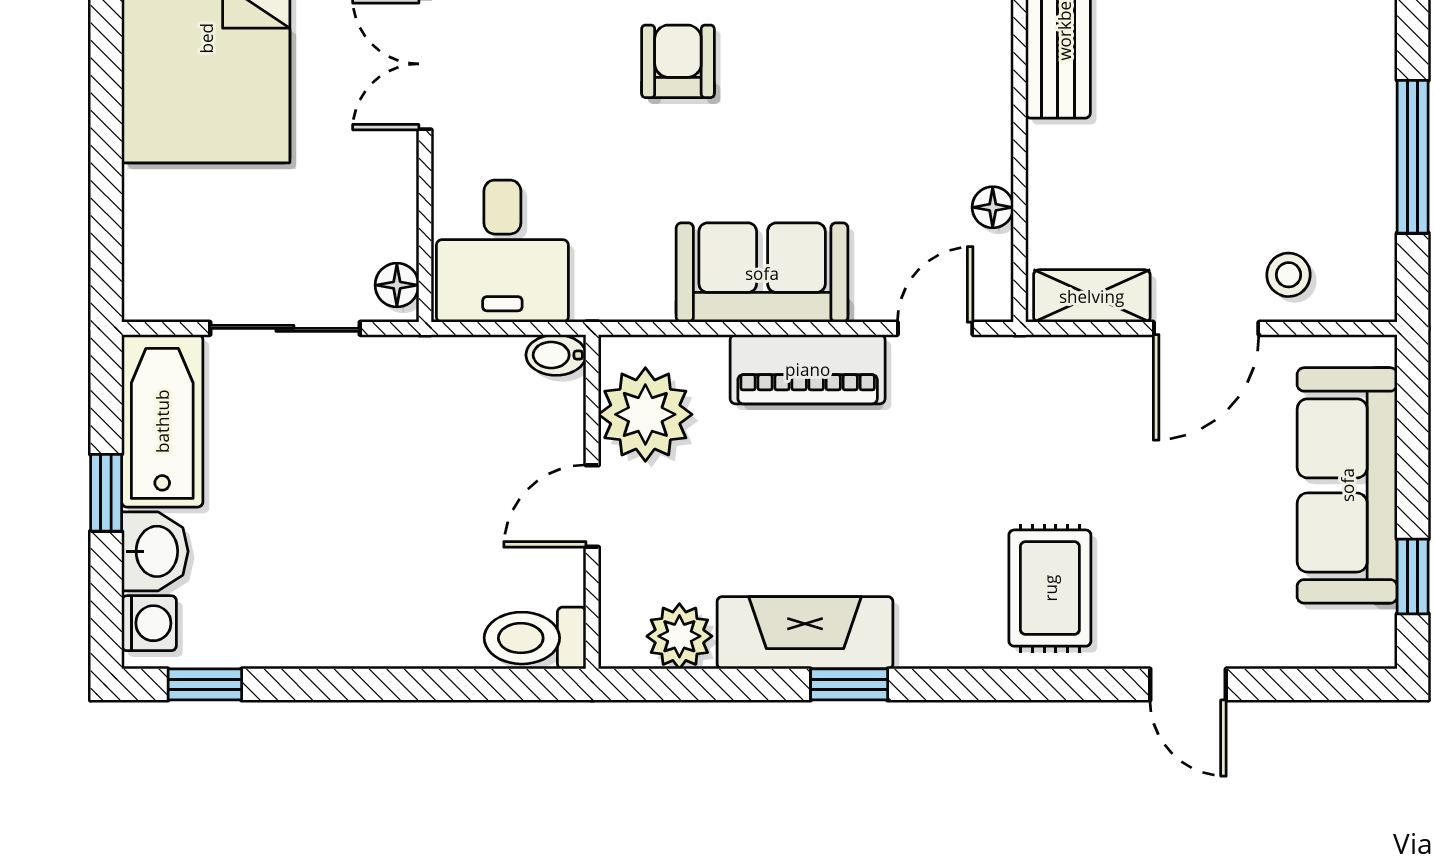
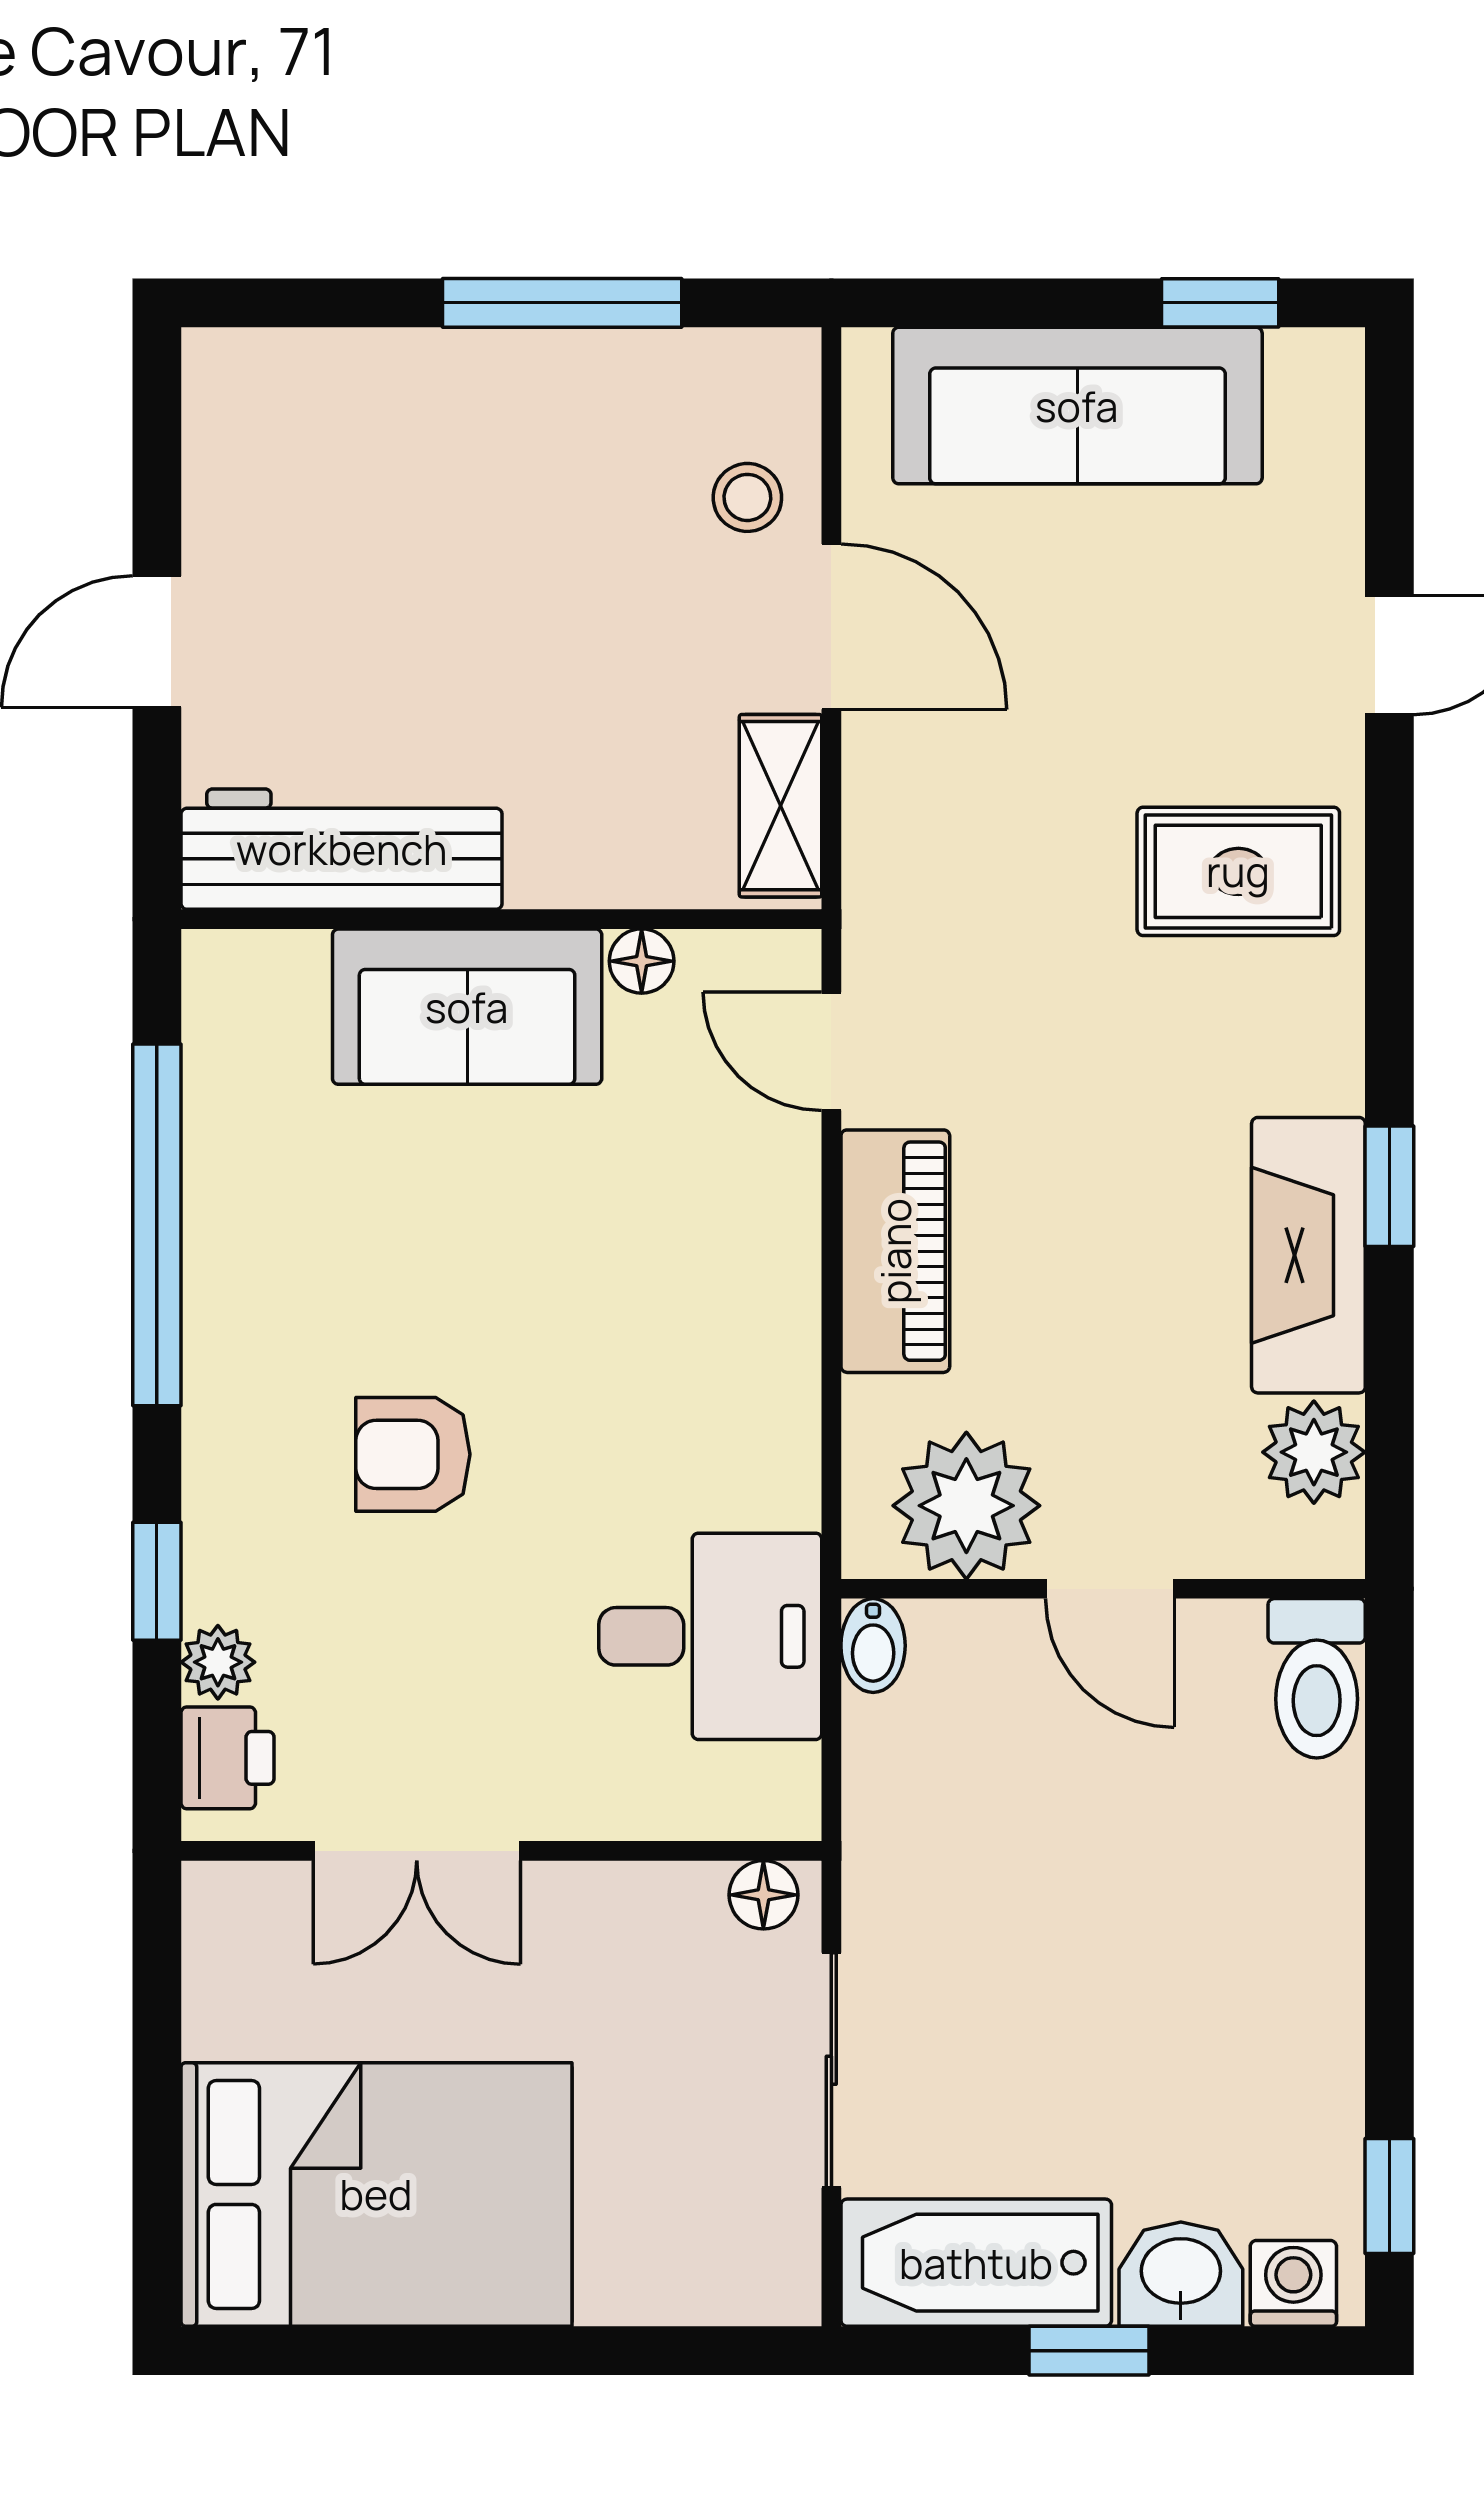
desk: (502, 251) -> (710, 1636), moved
sofa: (762, 273) -> (467, 1007), moved, turned -90

